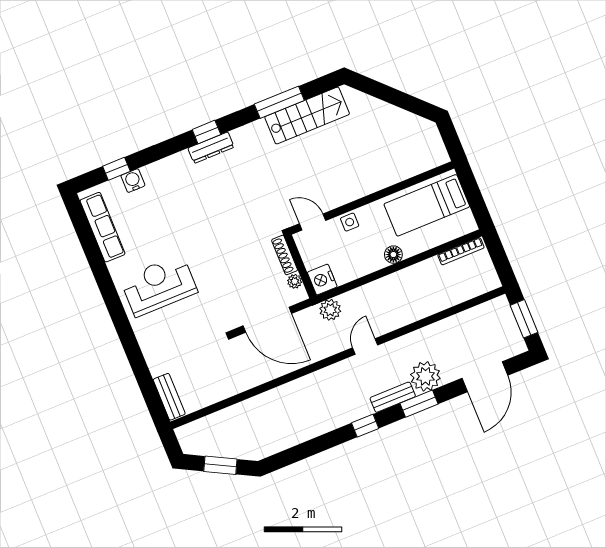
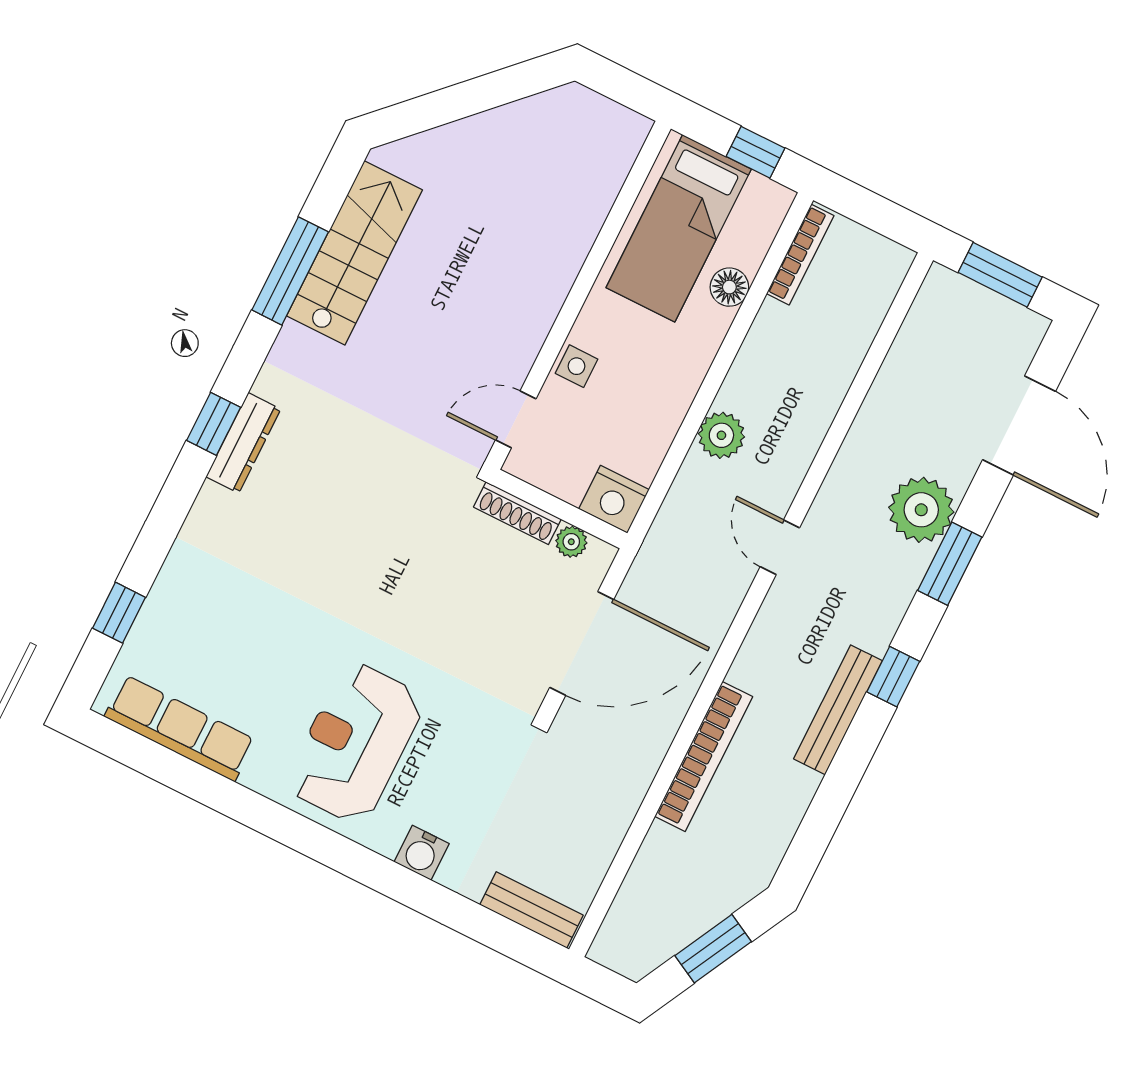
water cooler: (133, 181) -> (422, 853), moved, turned -90
window: (476, 202) -> (756, 152), added
floor lamp: (393, 255) -> (729, 287), moved
plant: (330, 310) -> (721, 435), moved
bookcase: (275, 396) -> (704, 756), added
bench: (393, 397) -> (838, 710), moved, width x1.36

